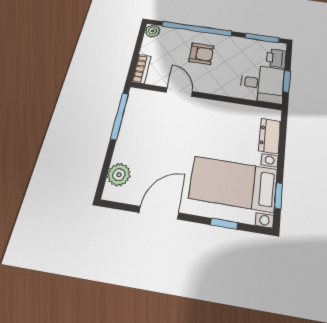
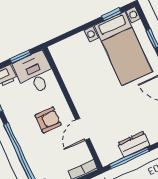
armchair: (201, 54) -> (48, 120), moved, turned 90
dresser: (270, 136) -> (134, 144), moved, turned 180

